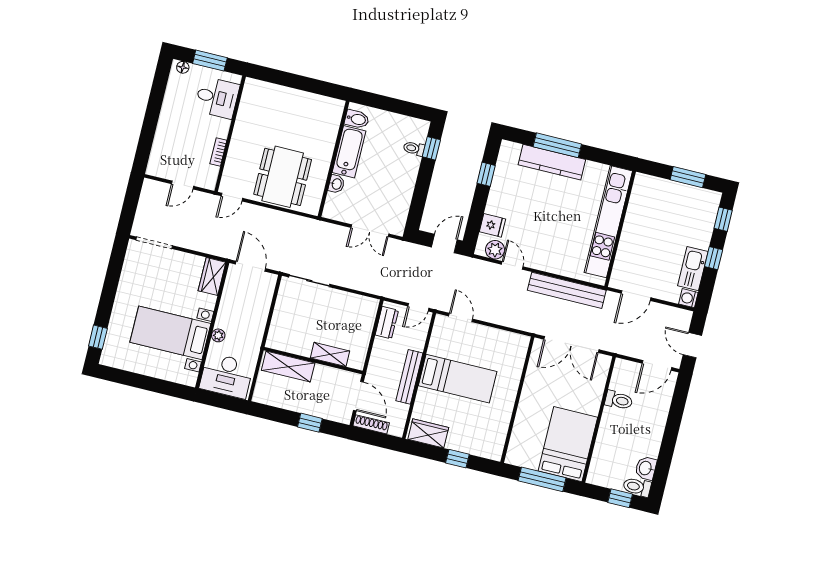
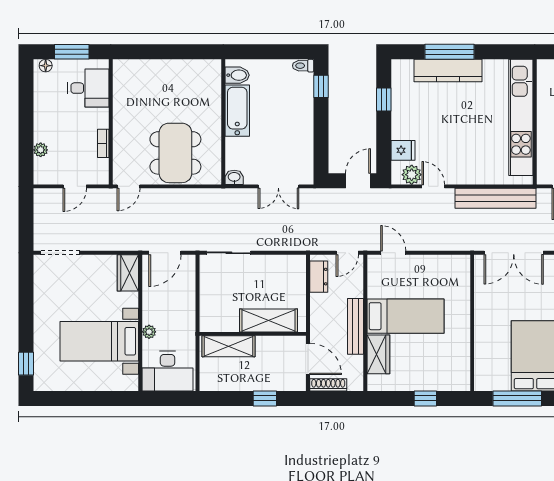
plant: (159, 144) -> (41, 150), added
toilet: (414, 148) -> (303, 66), moved
washbasin: (336, 184) -> (234, 177), moved, turned -90
door: (251, 266) -> (165, 253), swing flipped
shelving: (330, 354) -> (268, 320), width x1.50, depth x1.33
wardrobe: (428, 433) -> (378, 354), moved, turned 90

